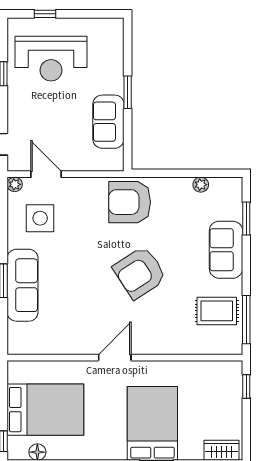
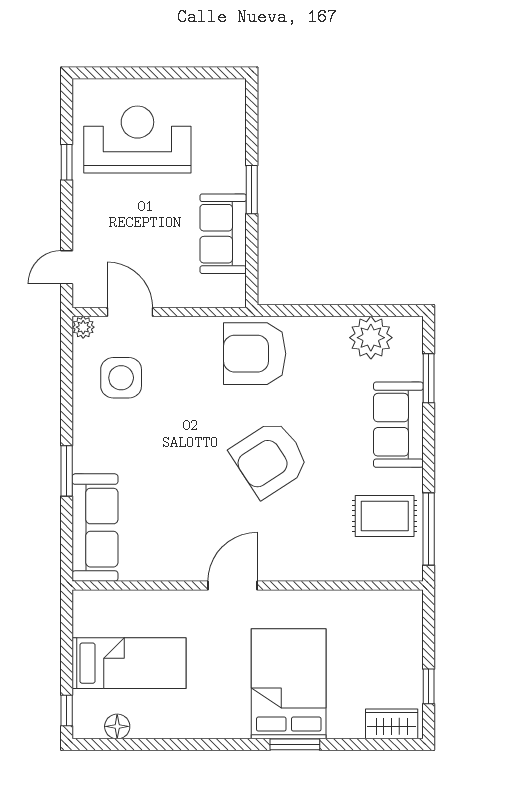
window: (45, 14) -> (129, 73), removed
reception desk: (51, 59) -> (137, 140), turned 180
plant: (201, 185) -> (371, 338), width x1.87, depth x1.87
sofa: (23, 285) -> (95, 528), moved
window: (246, 386) -> (429, 686), moved
bed: (45, 410) -> (129, 663), width x0.67

